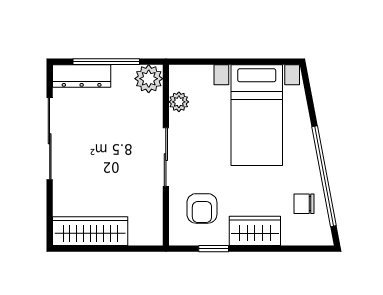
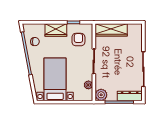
wardrobe: (90, 231) -> (111, 30), moved

